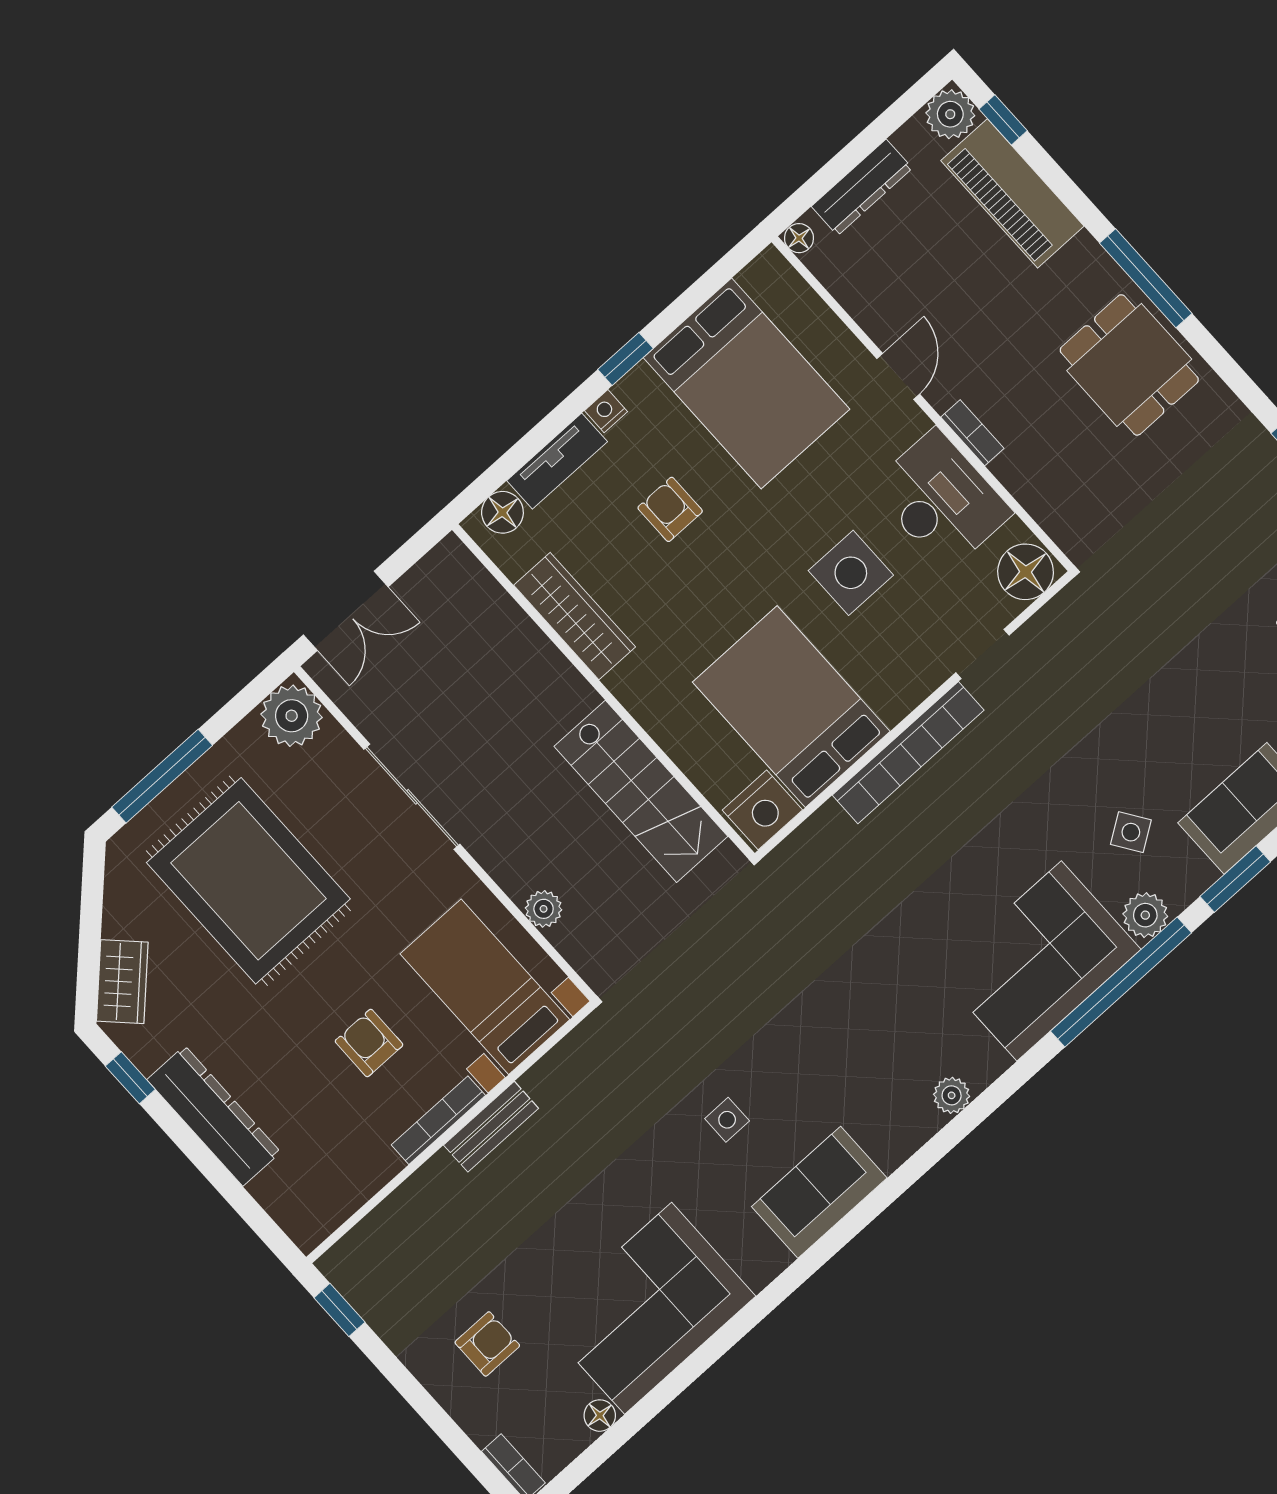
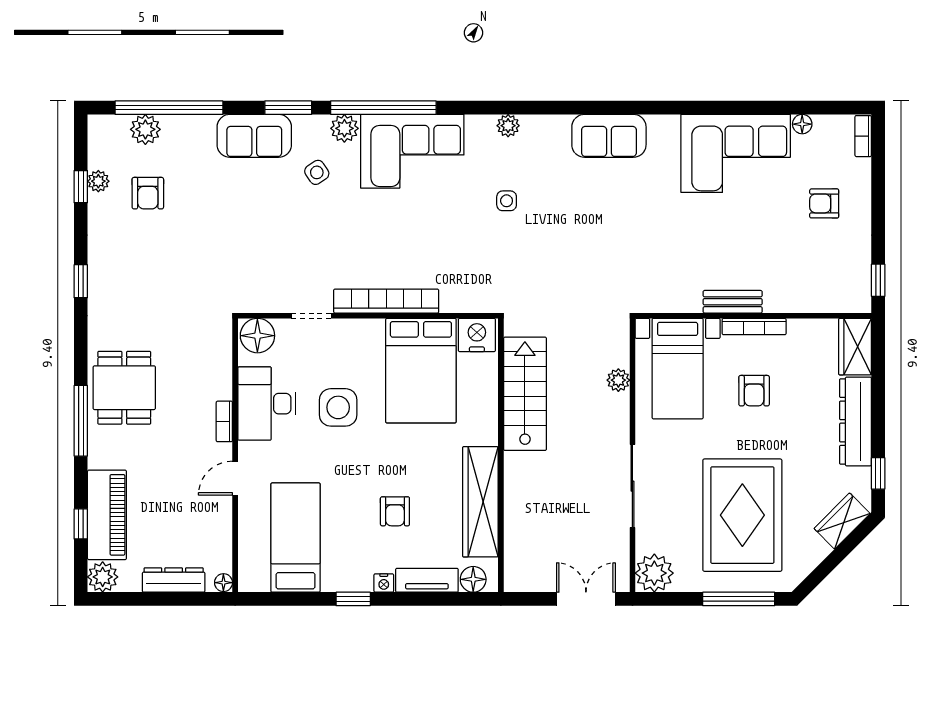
window: (1003, 120) -> (81, 524), moved
bed: (746, 383) -> (295, 538), width x0.67
wardrobe: (575, 616) -> (480, 502), width x1.40, depth x1.17
side table: (727, 1120) -> (507, 201), moved
wardrobe: (295, 1205) -> (855, 347), added

